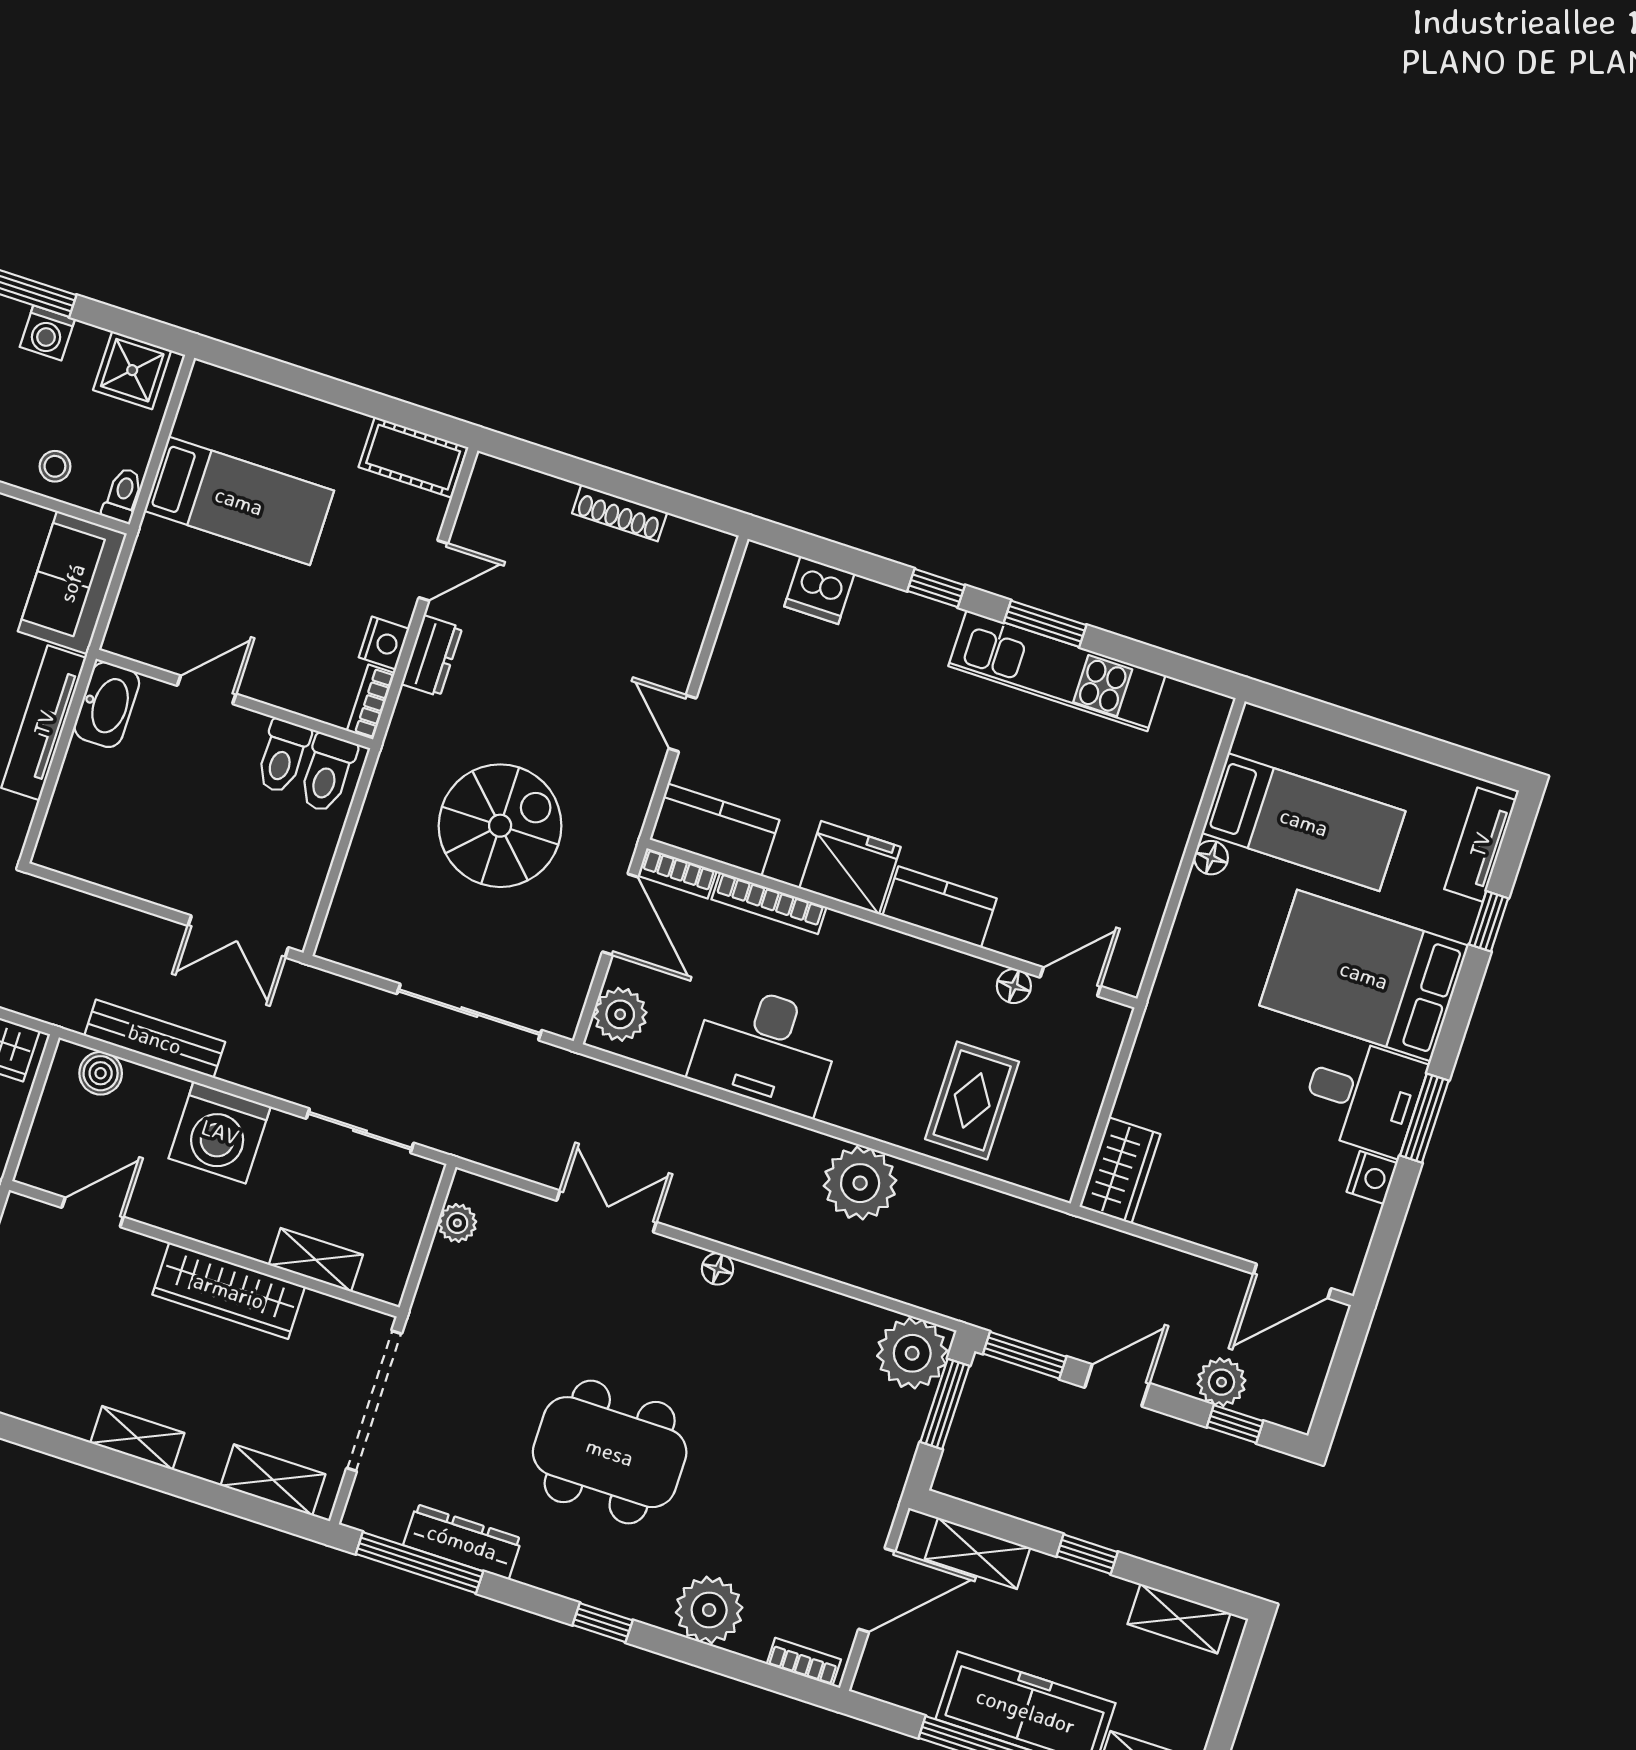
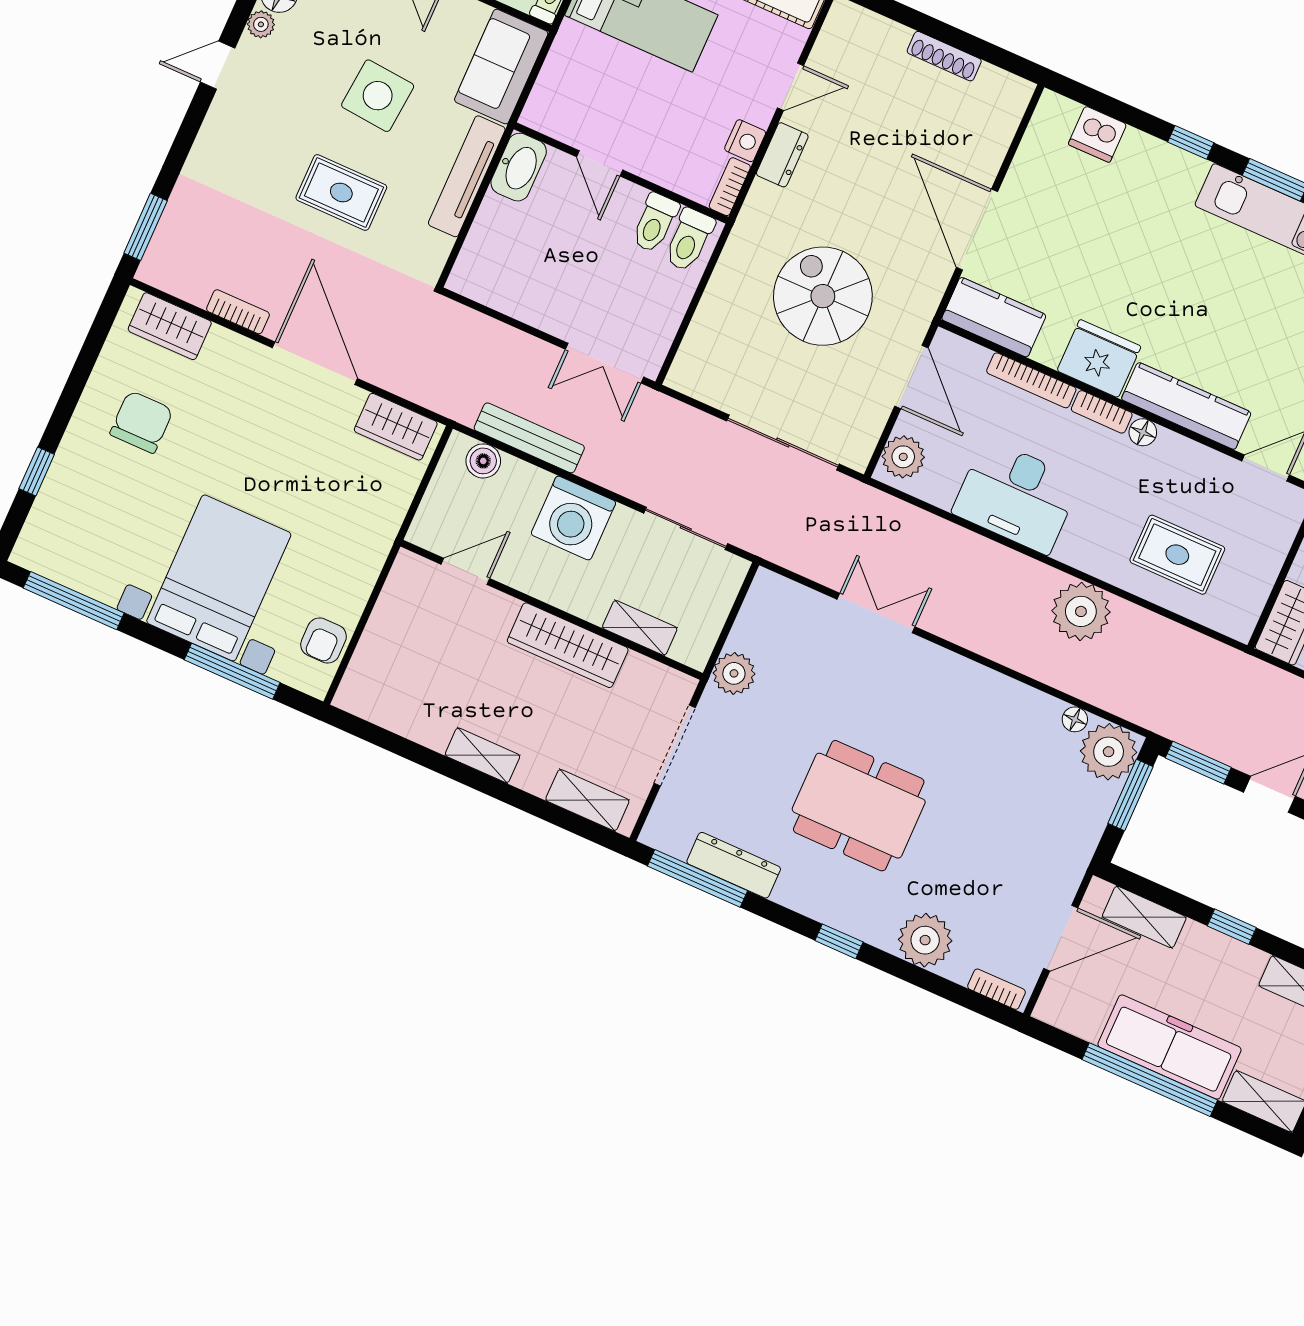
door: (207, 690) -> (600, 163), swing flipped
door: (682, 723) -> (977, 230), width x1.88
spiral stairs: (500, 826) -> (823, 296), turned -90
bookcase: (678, 874) -> (1102, 412), moved
kitchen counter: (940, 907) -> (1186, 406), width x1.50
floor lamp: (1014, 986) -> (1143, 432), moved
rug: (972, 1100) -> (1177, 555), turned 90
plant: (457, 1223) -> (734, 673), moved, width x1.38, depth x1.38
floor lamp: (717, 1269) -> (1075, 719), moved
doorway: (374, 1401) -> (675, 745), width x0.73

